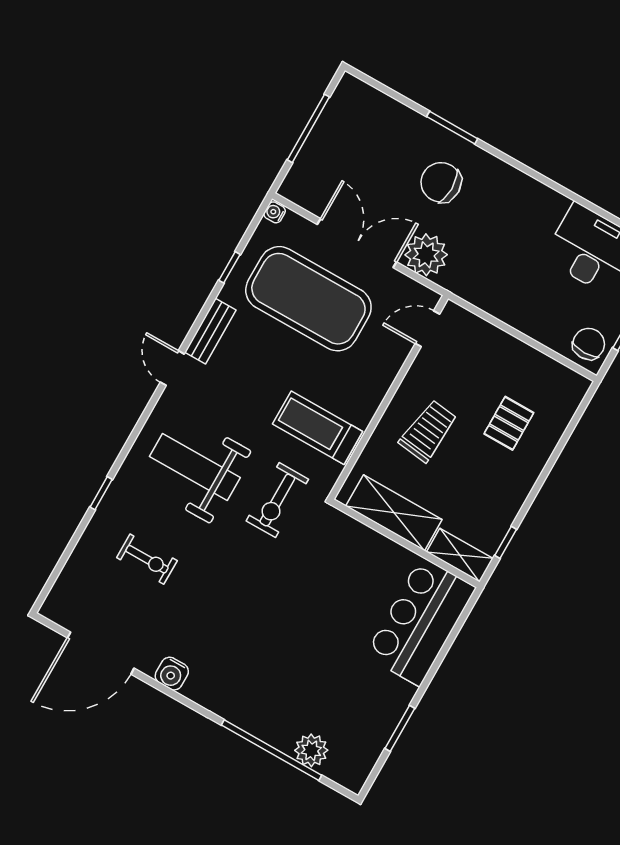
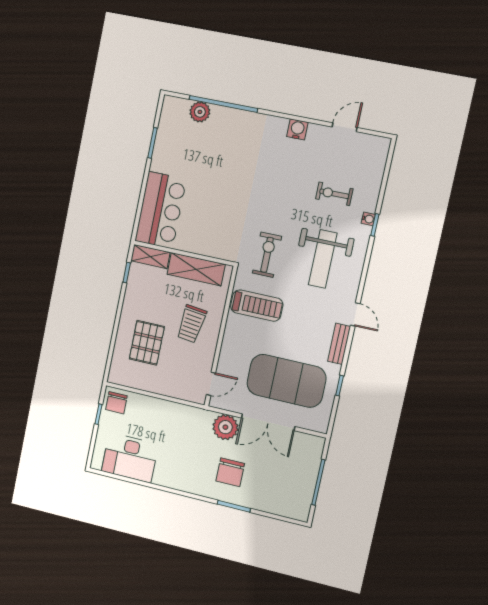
chair: (441, 182) -> (230, 472), turned 90
water cooler: (275, 212) -> (368, 219), moved
pallet: (509, 423) -> (147, 343), width x1.50, depth x1.42
weight bench: (195, 467) -> (323, 259), turned 90
door: (101, 653) -> (345, 127), width x0.53

